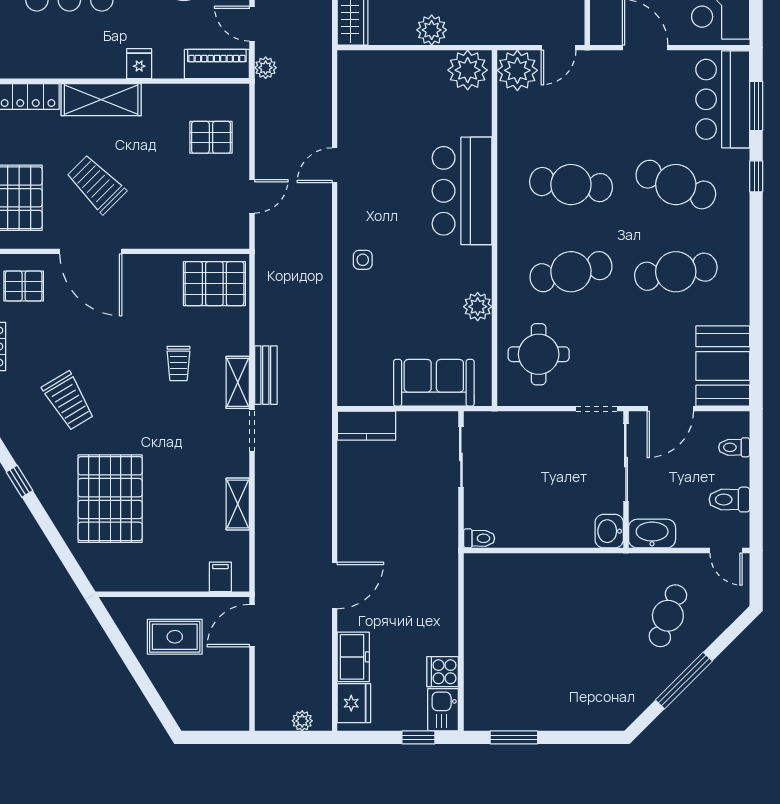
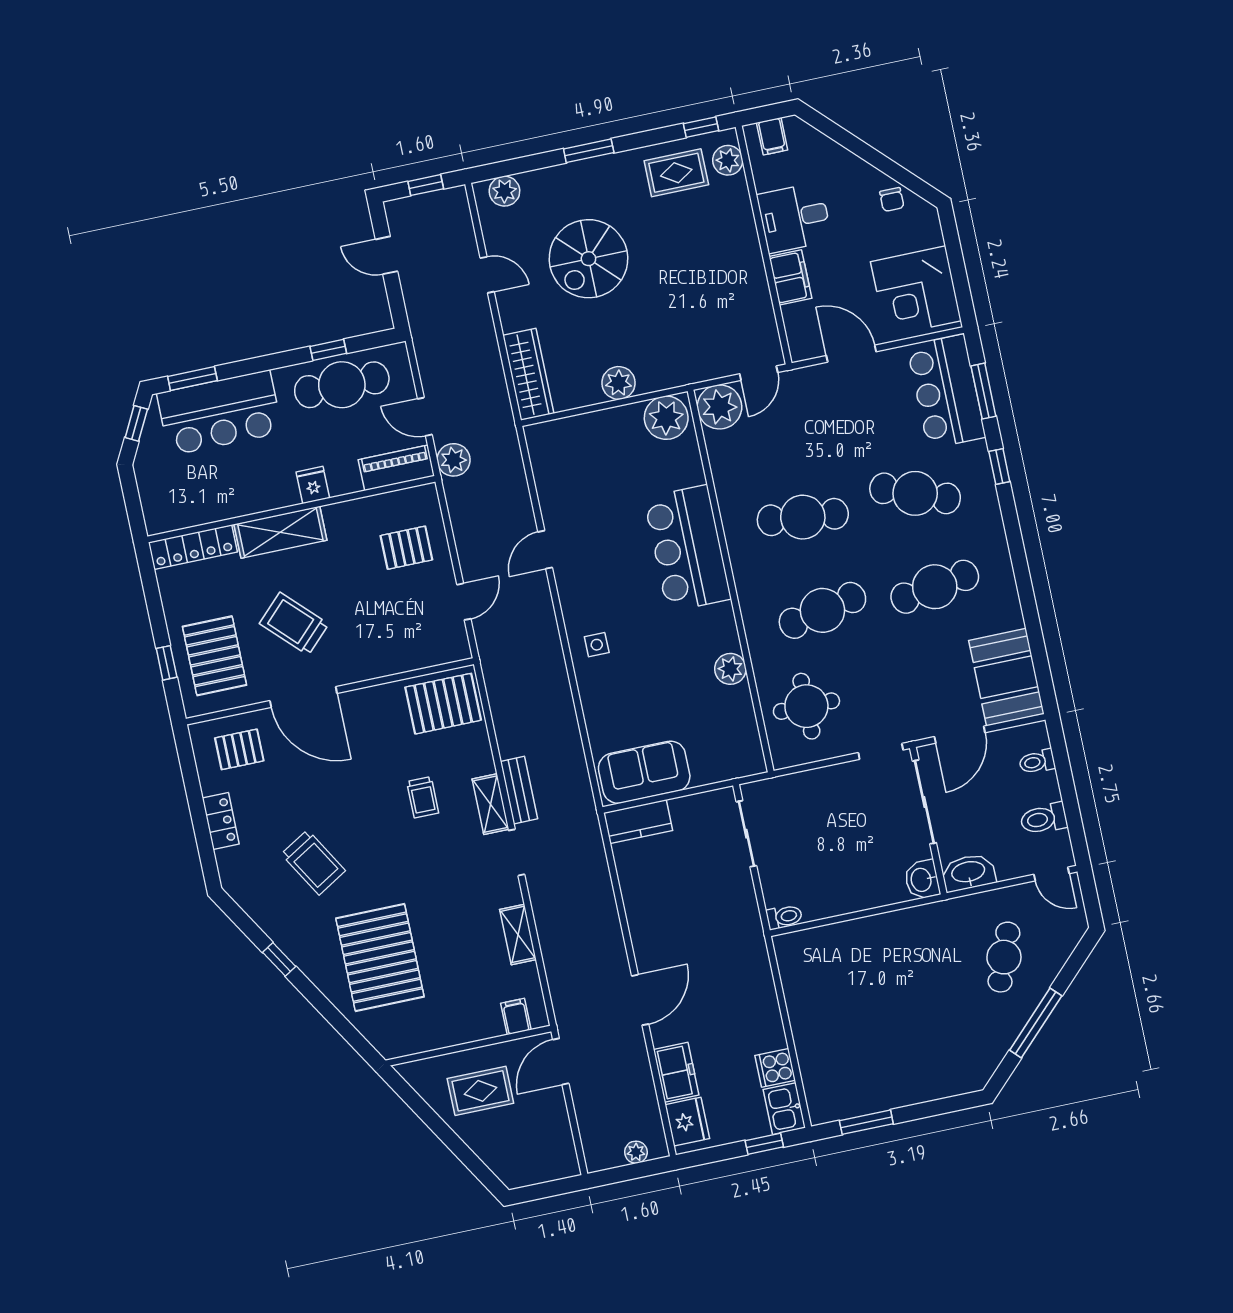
plant: (266, 68) -> (454, 460), width x1.38, depth x1.38
sofa: (434, 383) -> (644, 772), moved

